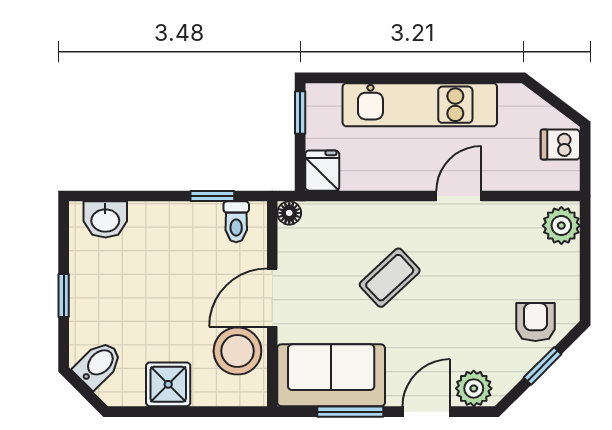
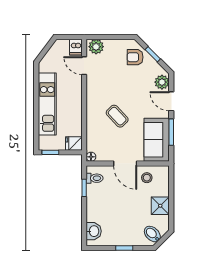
dishwasher: (560, 145) -> (76, 47), moved
door: (459, 196) -> (84, 66), moved
stool: (237, 351) -> (147, 178), width x0.53, depth x0.53

